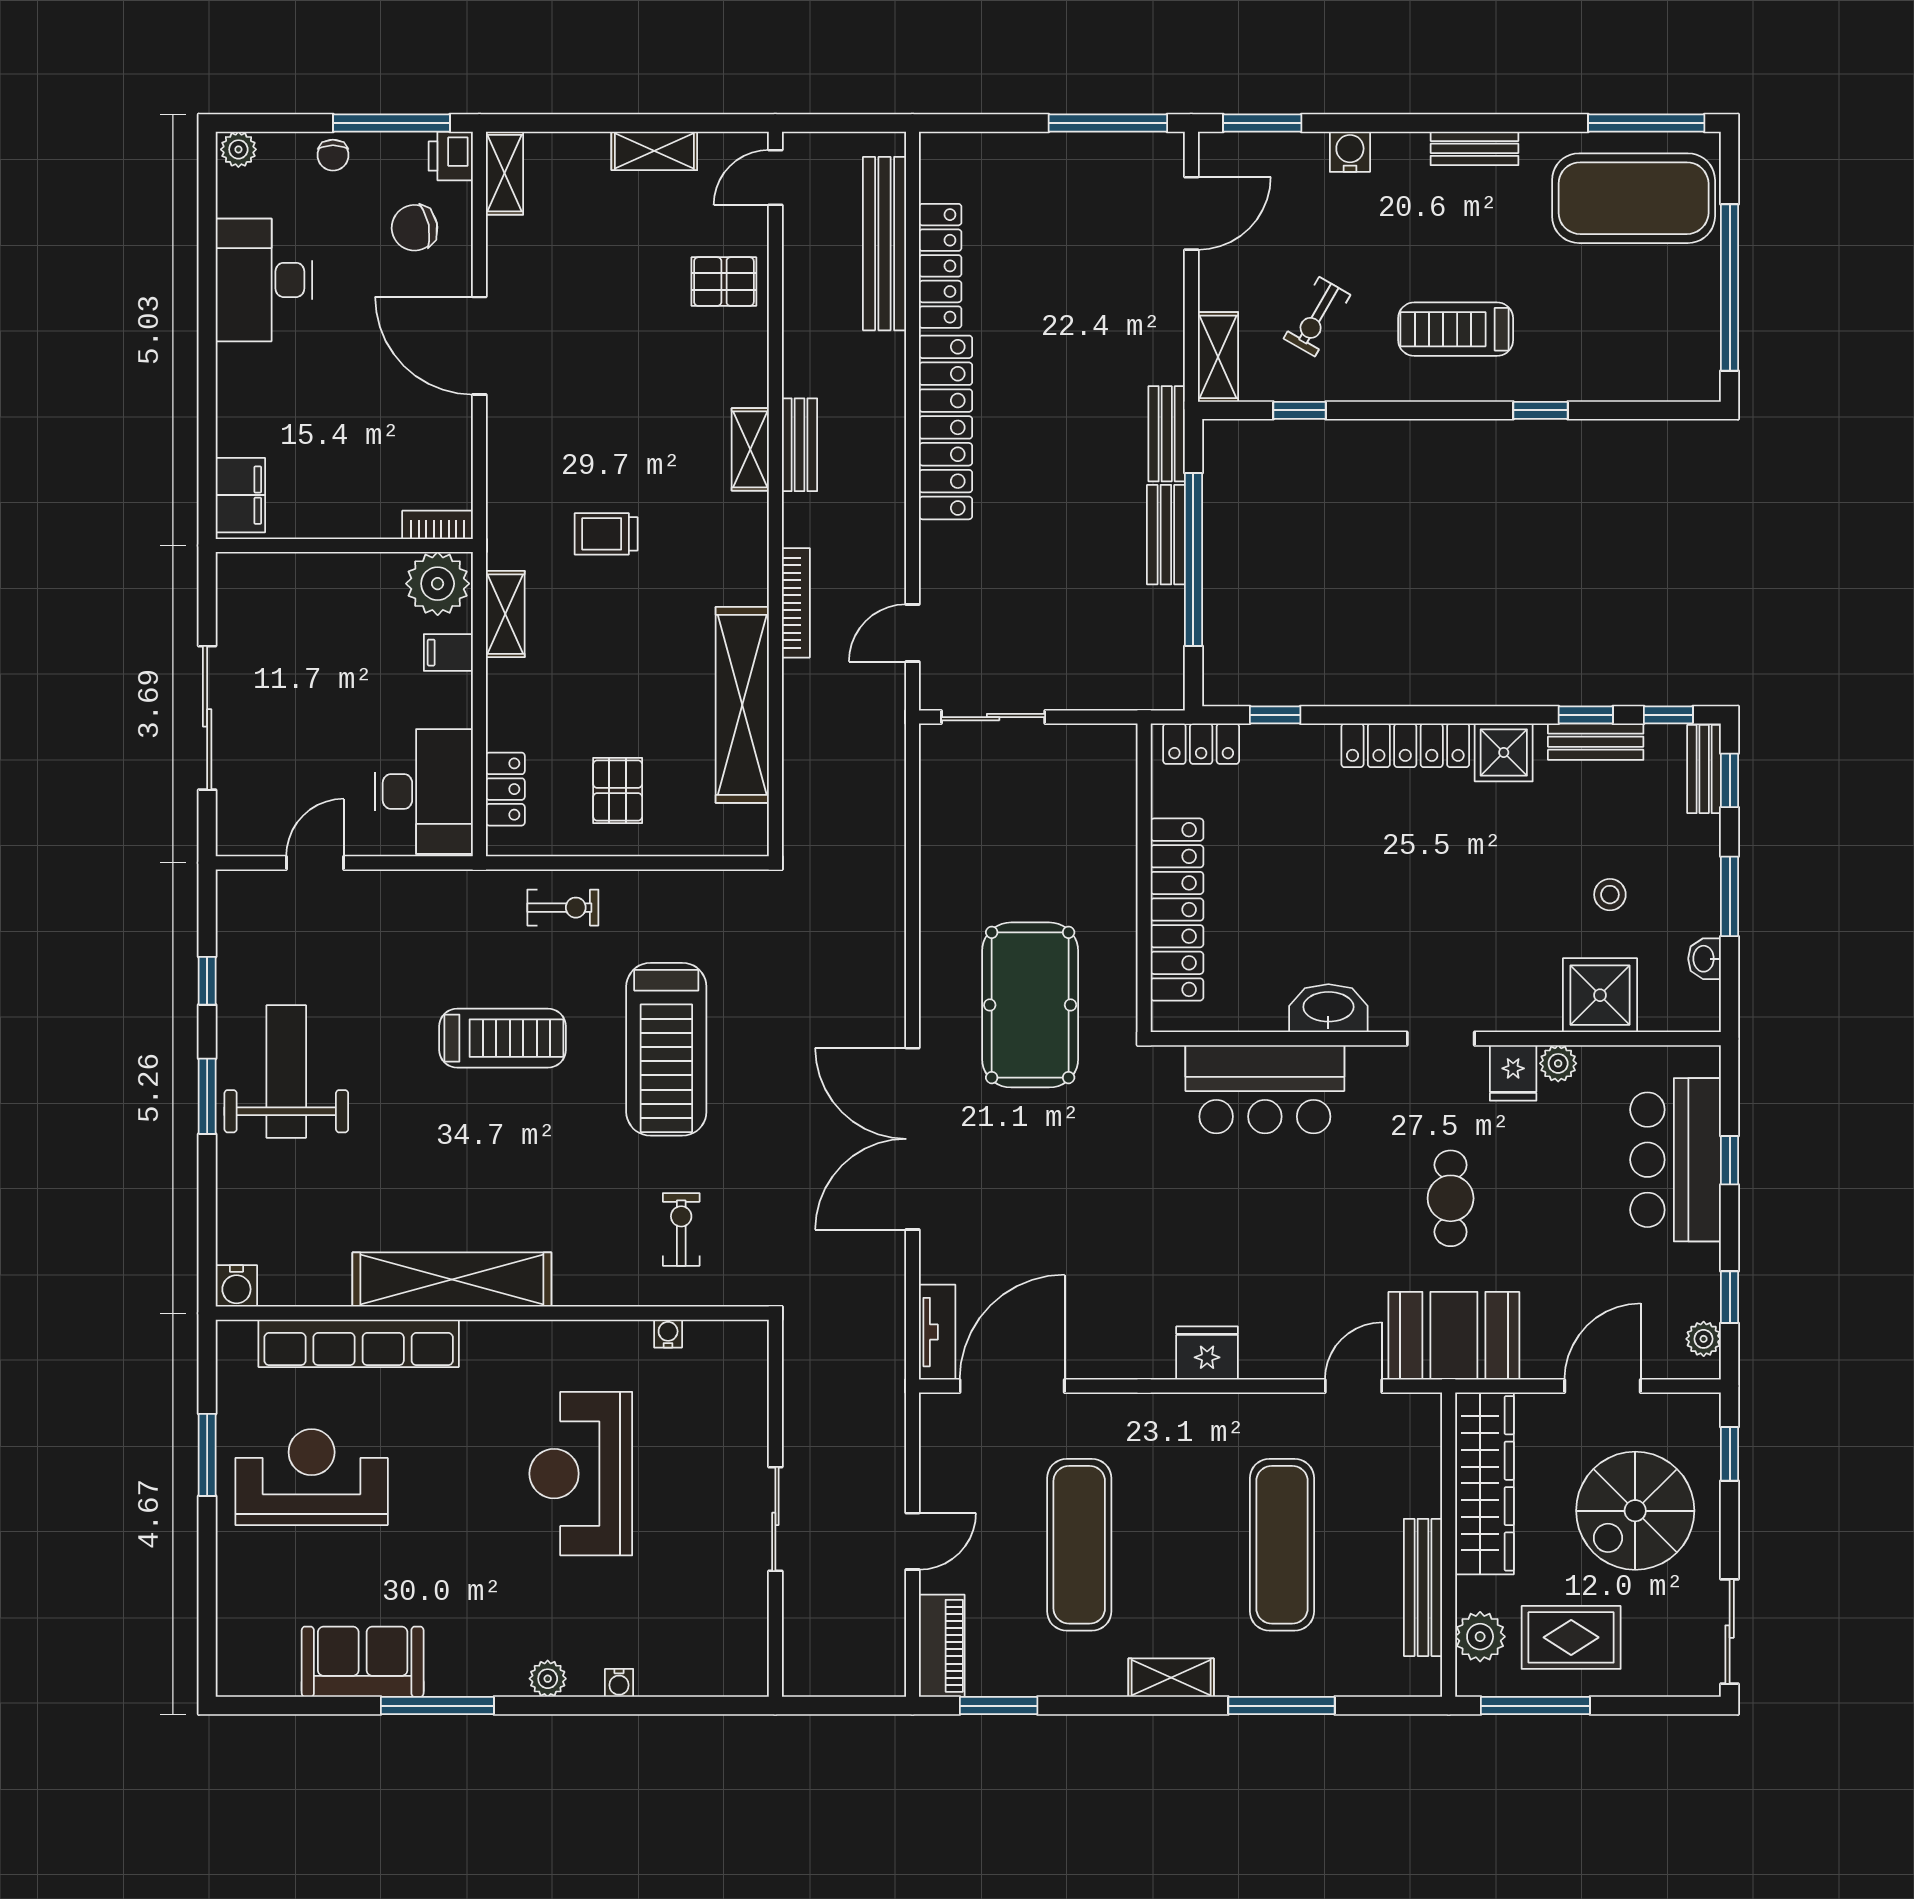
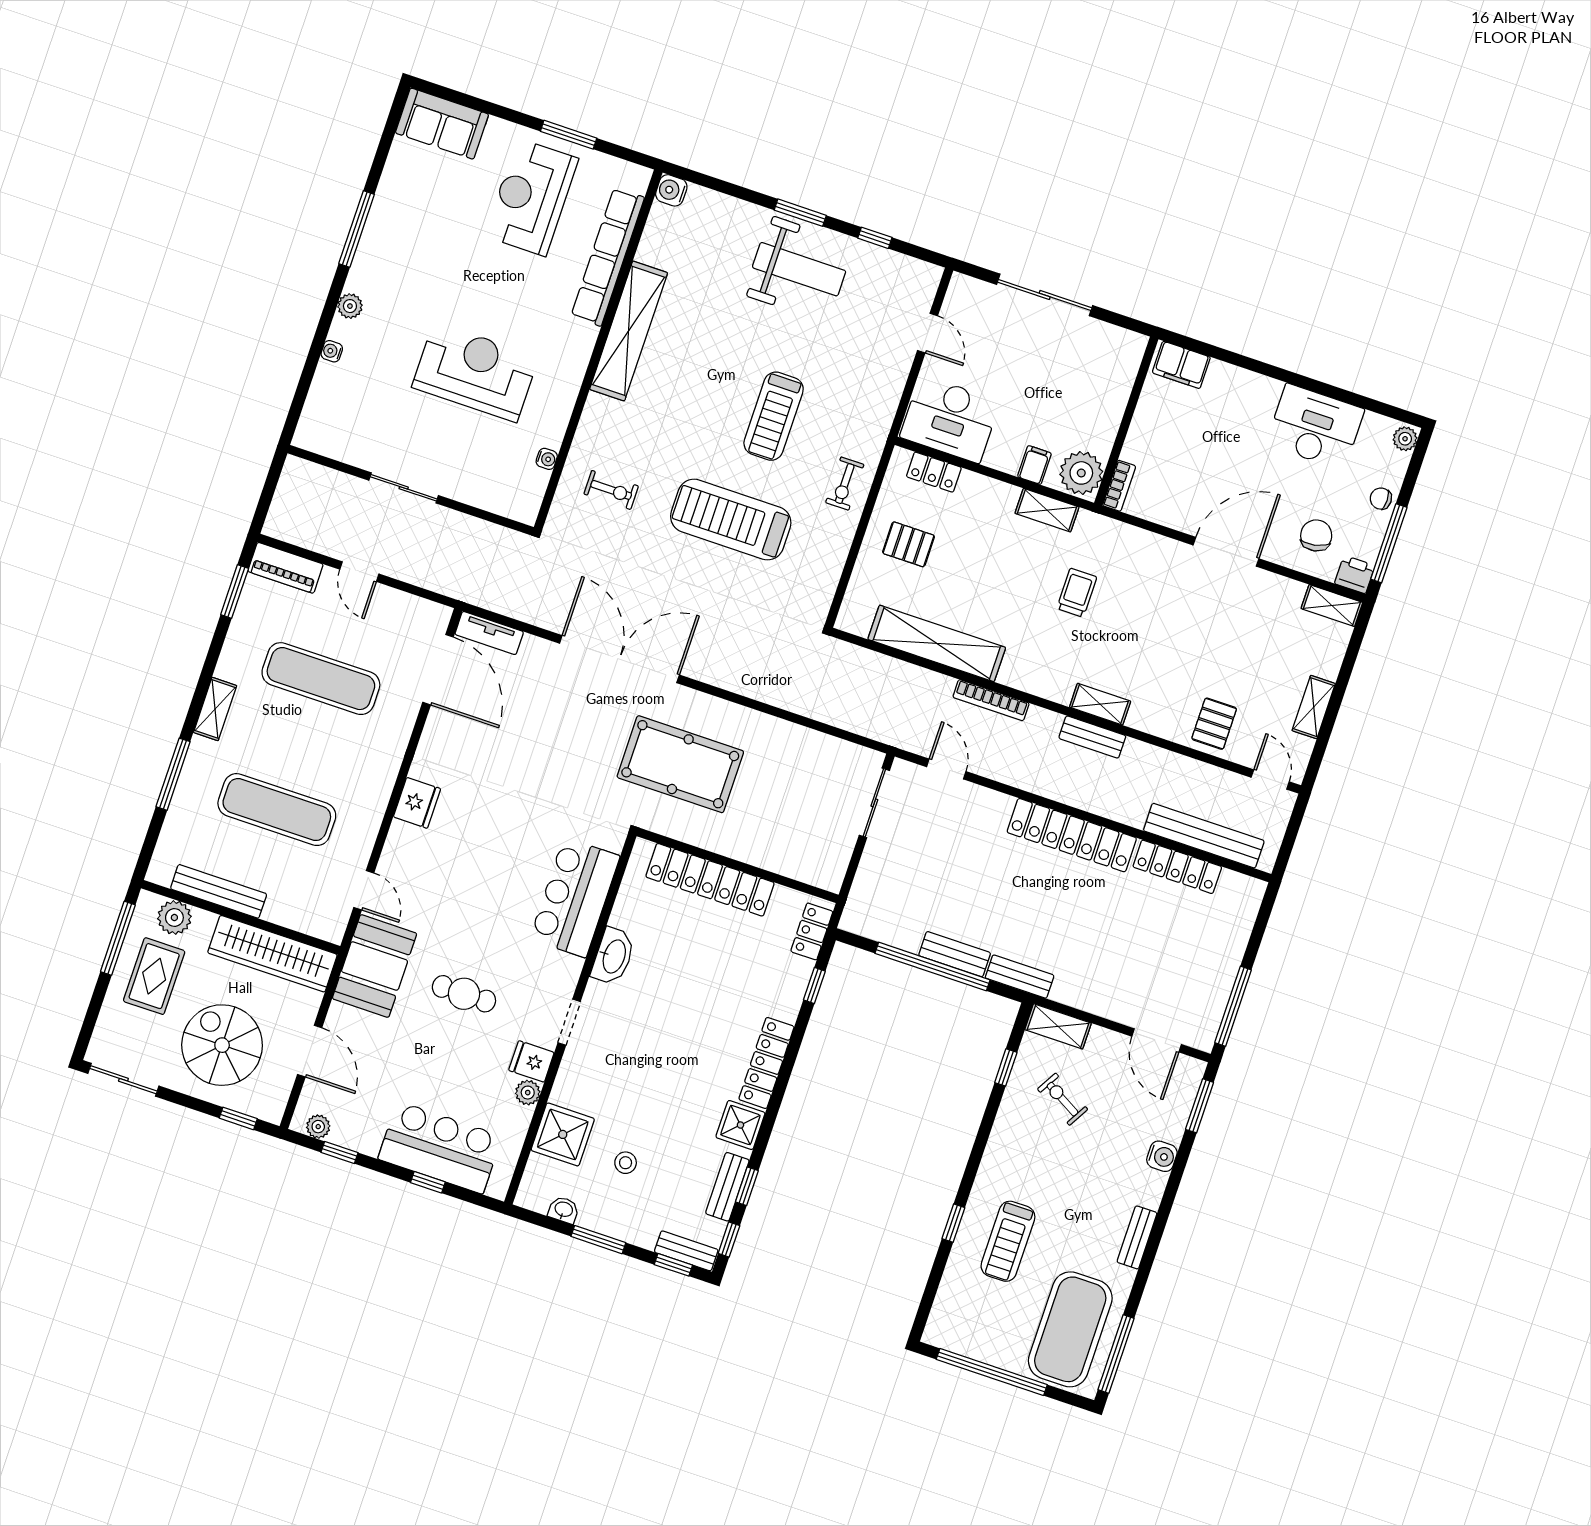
treadmill: (1456, 329) -> (1008, 1241), moved, turned 180
reception desk: (312, 1477) -> (532, 197), turned 180
sofa: (363, 1662) -> (442, 124), moved, turned 90

